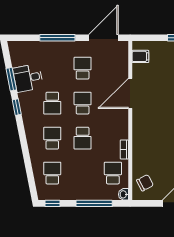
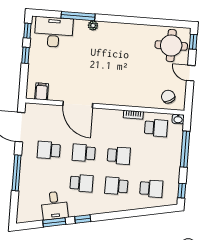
school desk: (52, 173) -> (151, 189), turned 180
school desk: (113, 173) -> (156, 128), turned 180

